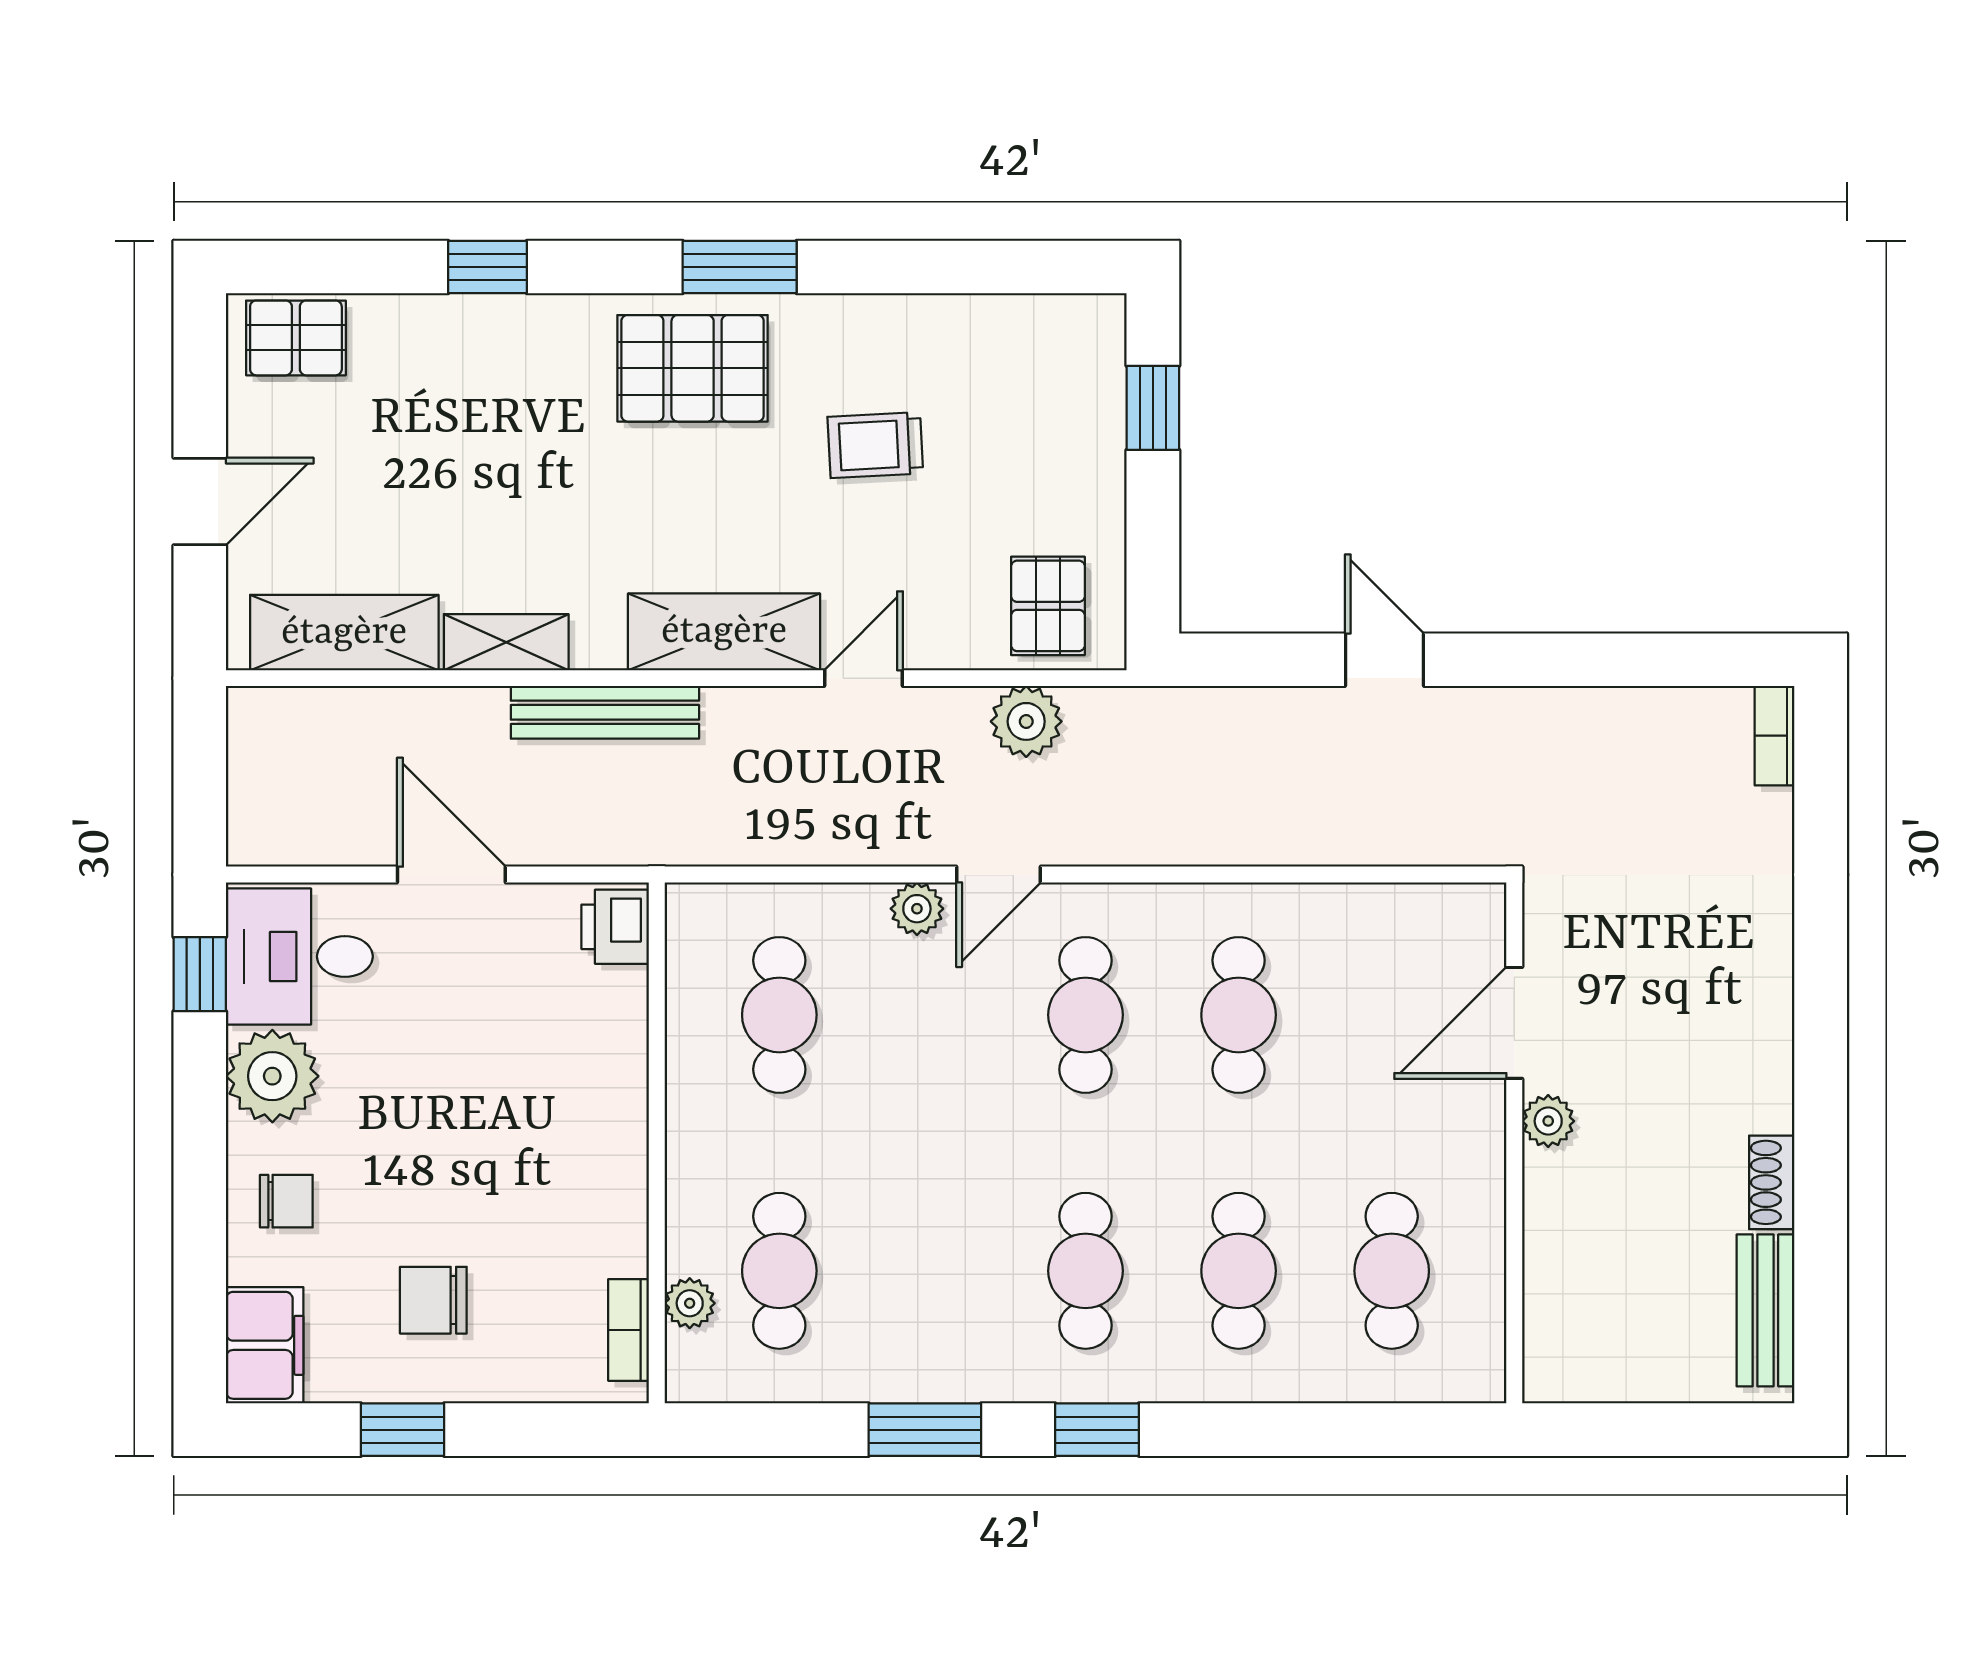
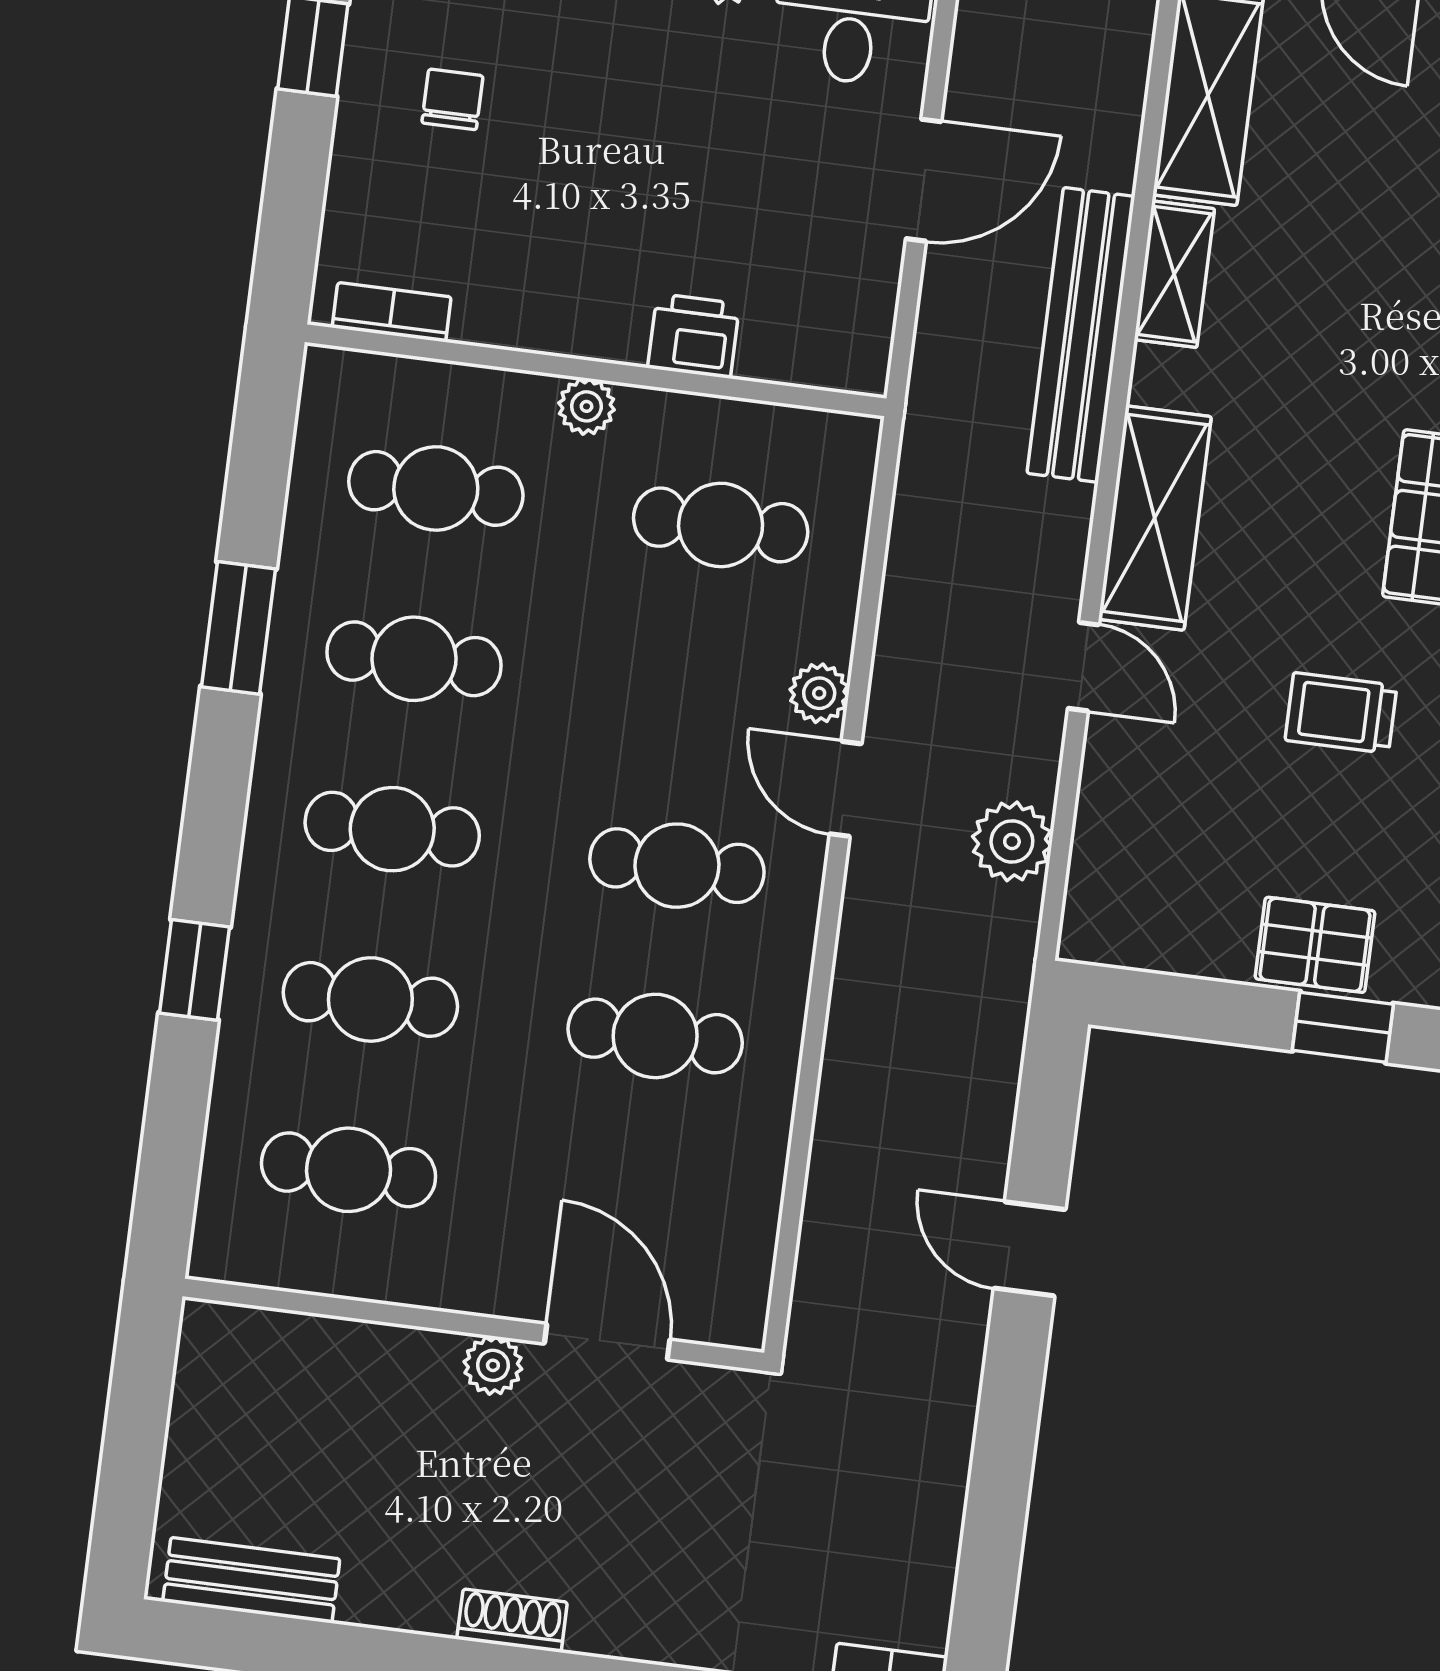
trolley: (875, 445) -> (1341, 713), turned -87
pallet: (1048, 606) -> (1315, 945), moved
door: (1384, 660) -> (1030, 1249), swing flipped
bench: (605, 712) -> (1081, 335), width x1.37, depth x1.21
printer: (615, 927) -> (694, 336), moved
shoe rack: (1772, 1182) -> (512, 1621), moved
cafe table: (932, 1271) -> (414, 659), added
chair: (433, 1300) -> (452, 99), width x0.73, depth x0.73
plant: (690, 1303) -> (586, 406), moved
window: (1097, 1430) -> (195, 970), moved

